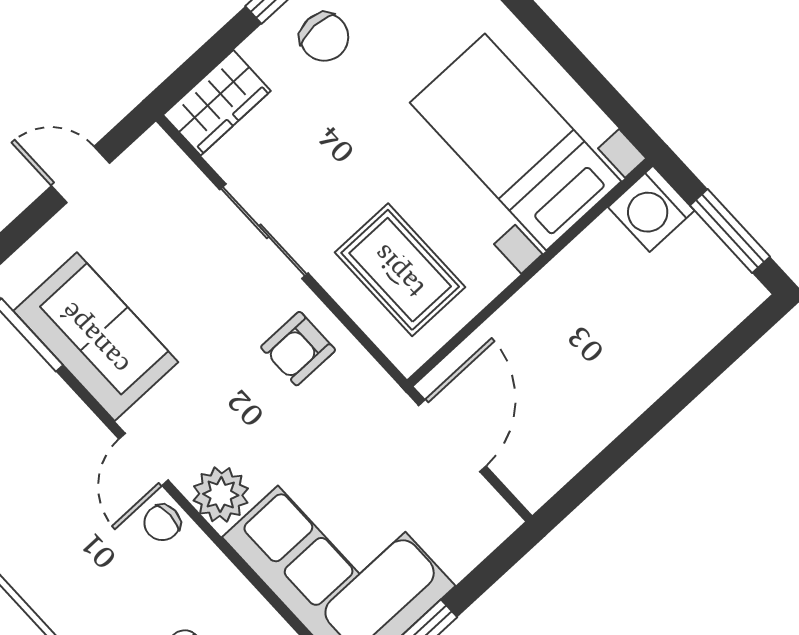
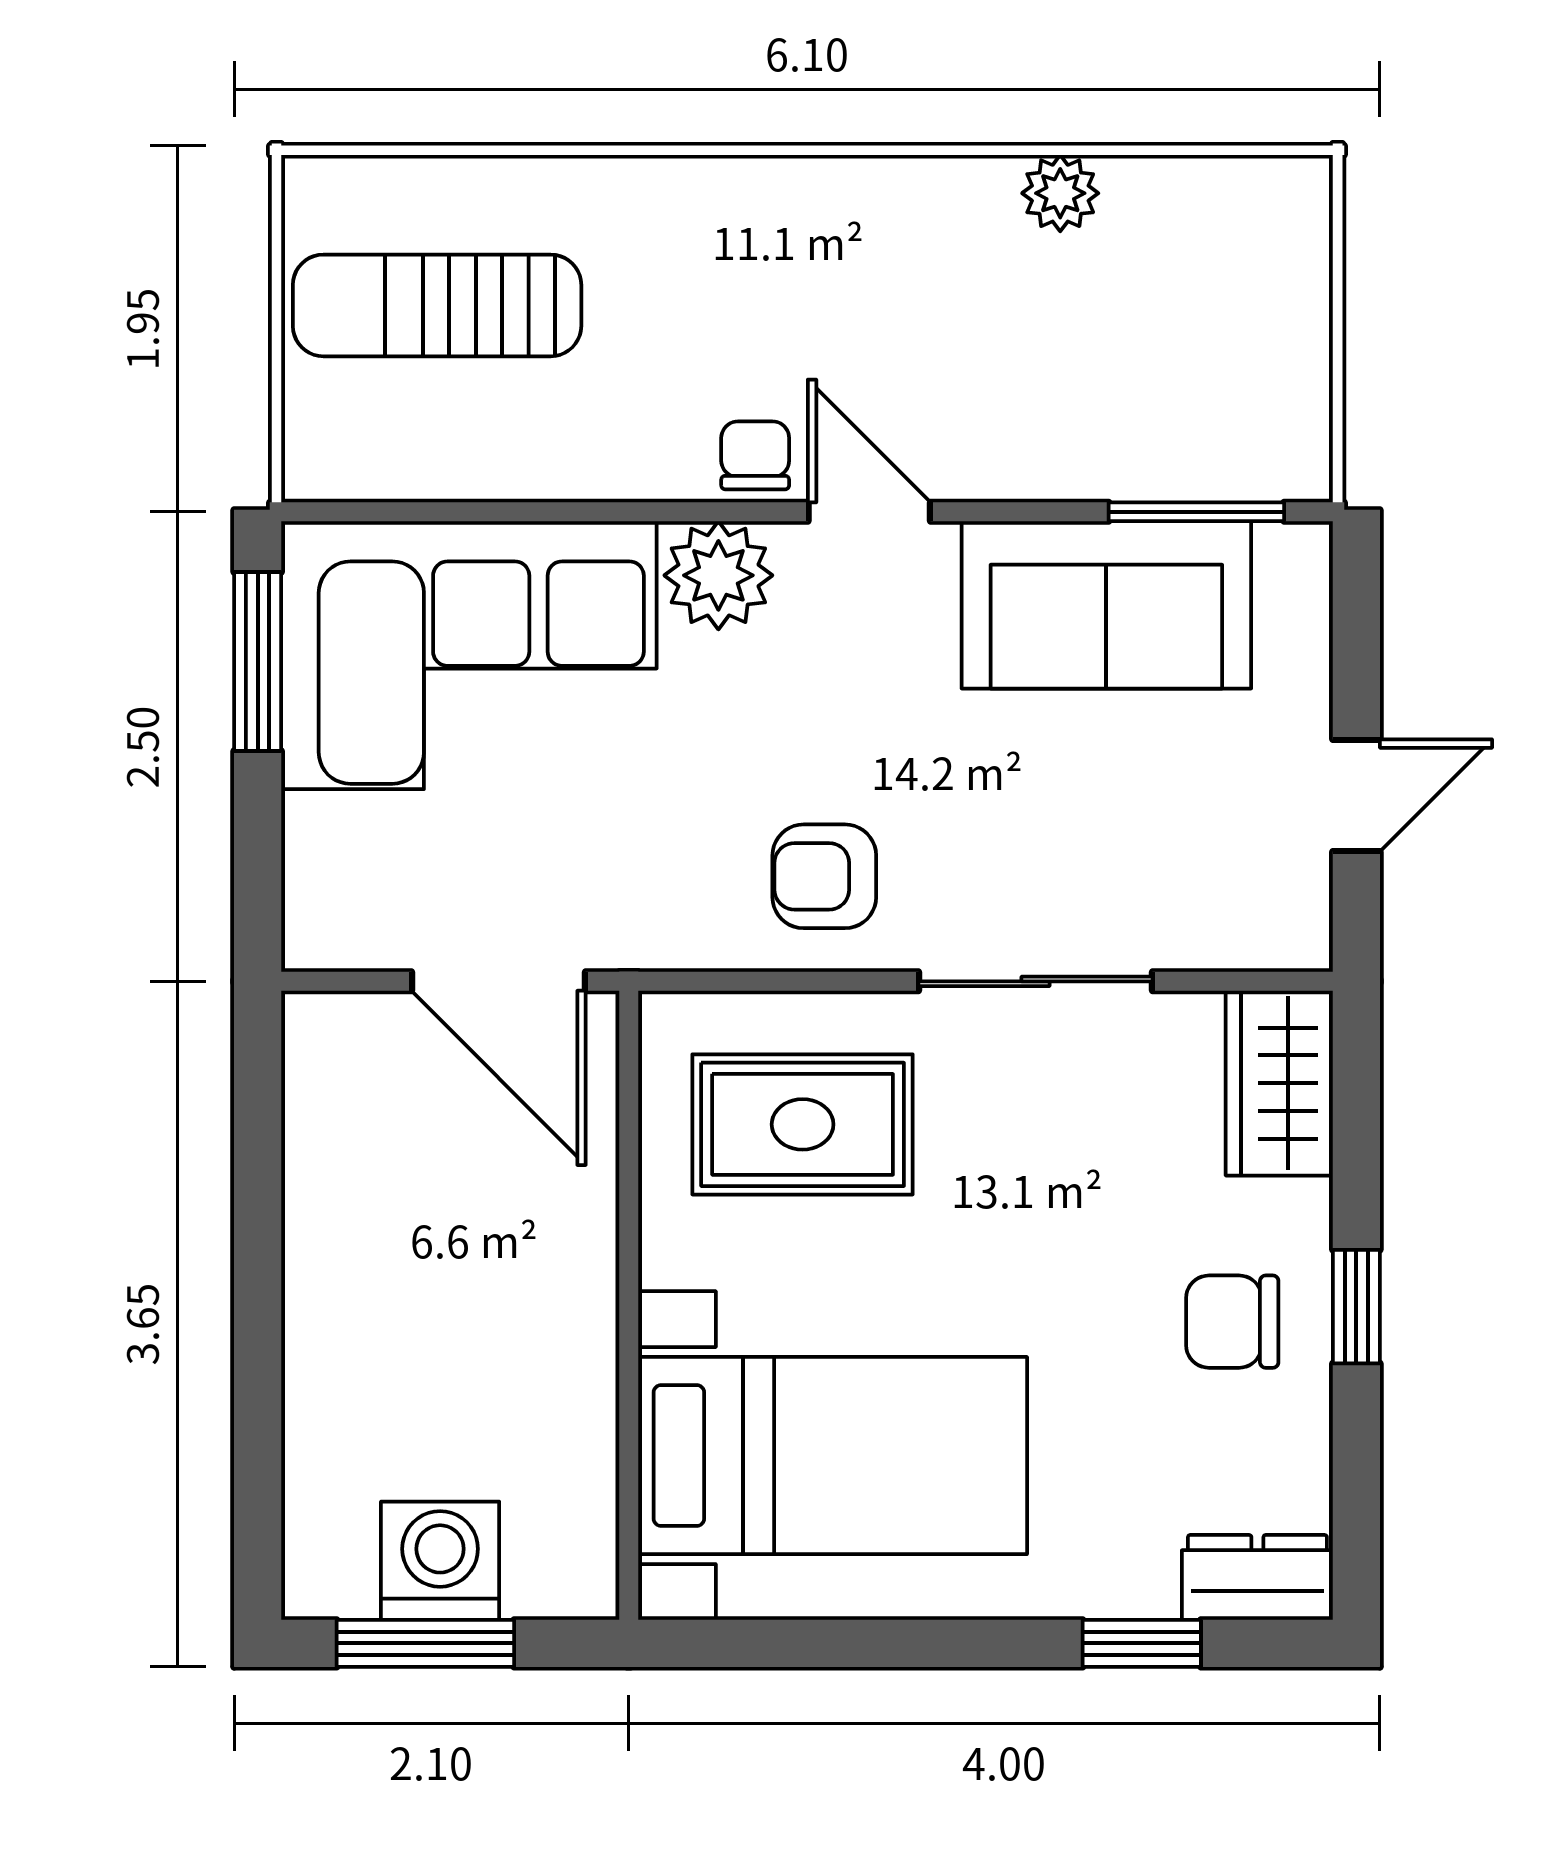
washing machine: (651, 209) -> (440, 1561), moved
armchair: (298, 349) -> (824, 876), turned -90

